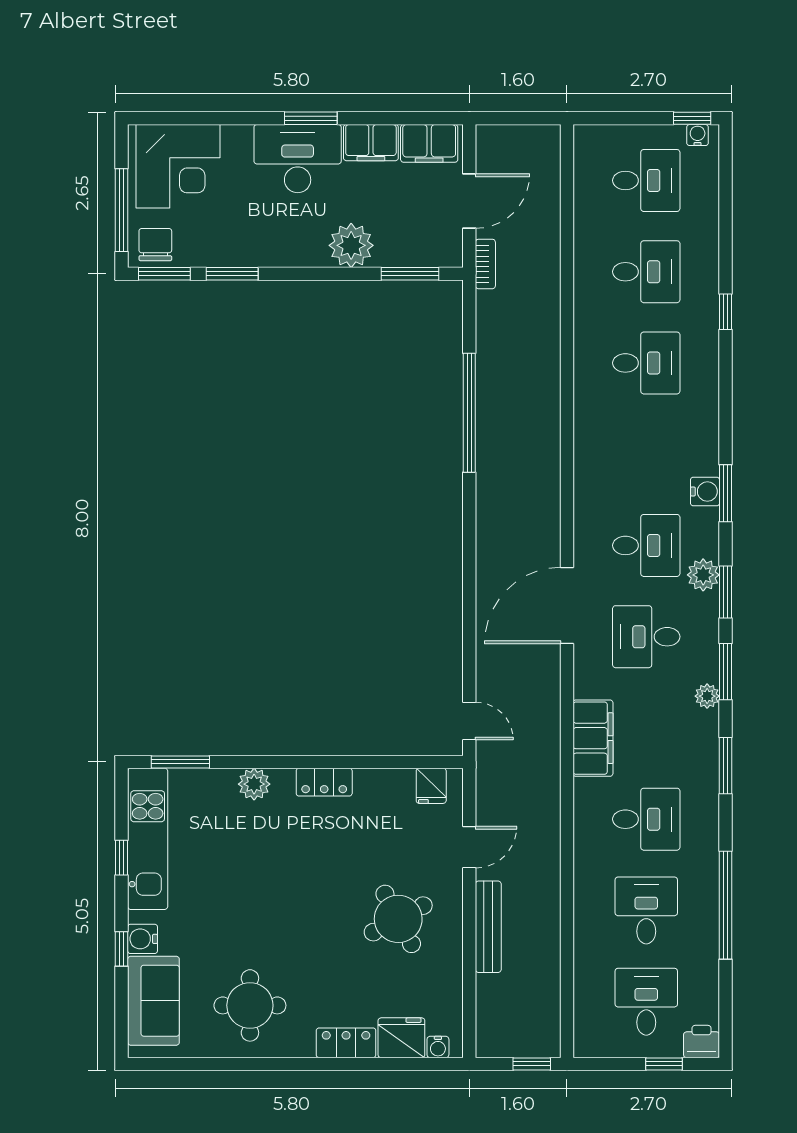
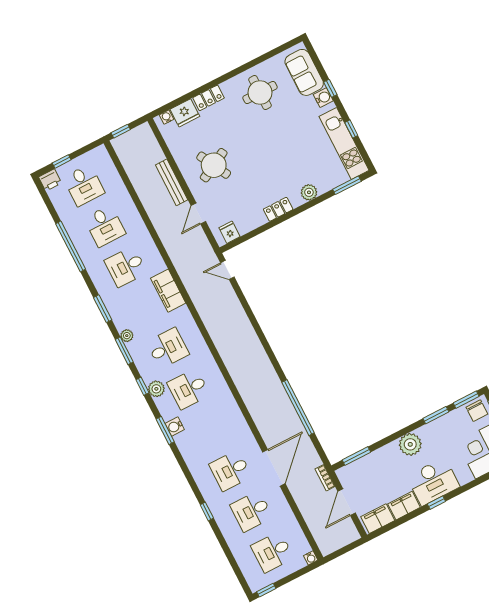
window: (311, 118) -> (436, 503), width x0.67
water cooler: (698, 135) -> (311, 558), moved
plant: (351, 245) -> (410, 444), moved
window: (726, 592) -> (142, 386), width x0.67
door: (567, 606) -> (274, 468), moved

